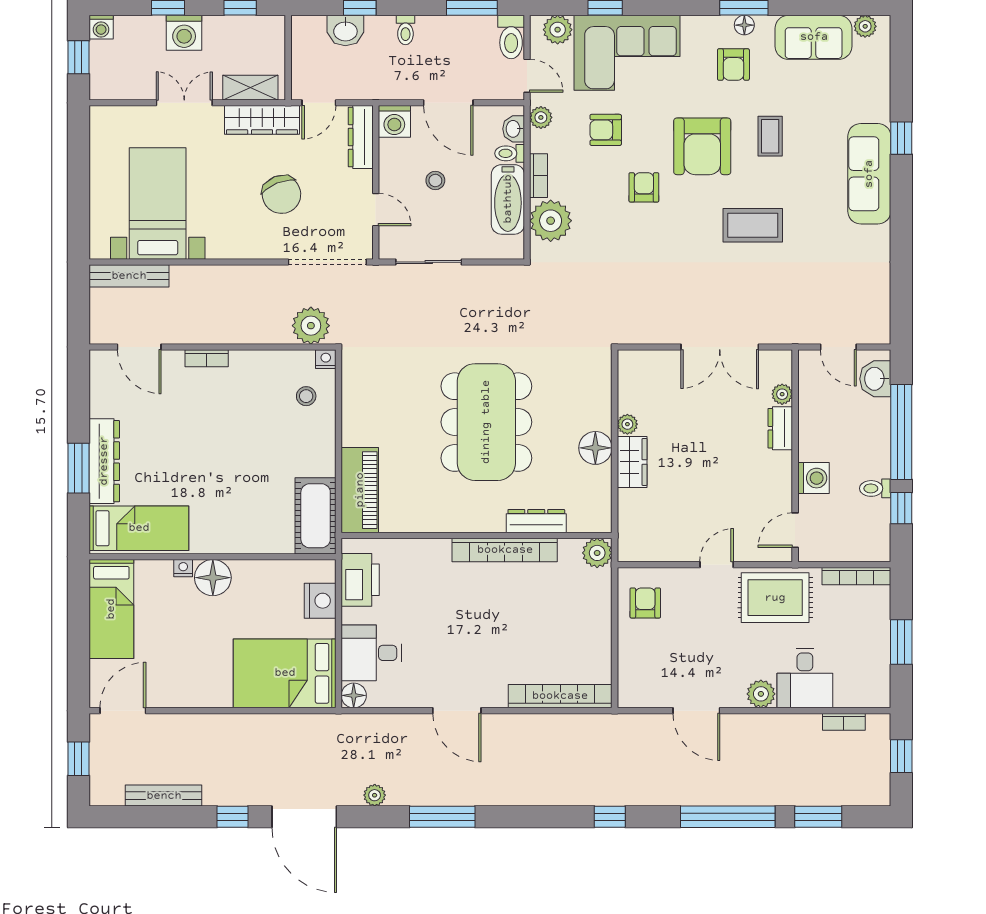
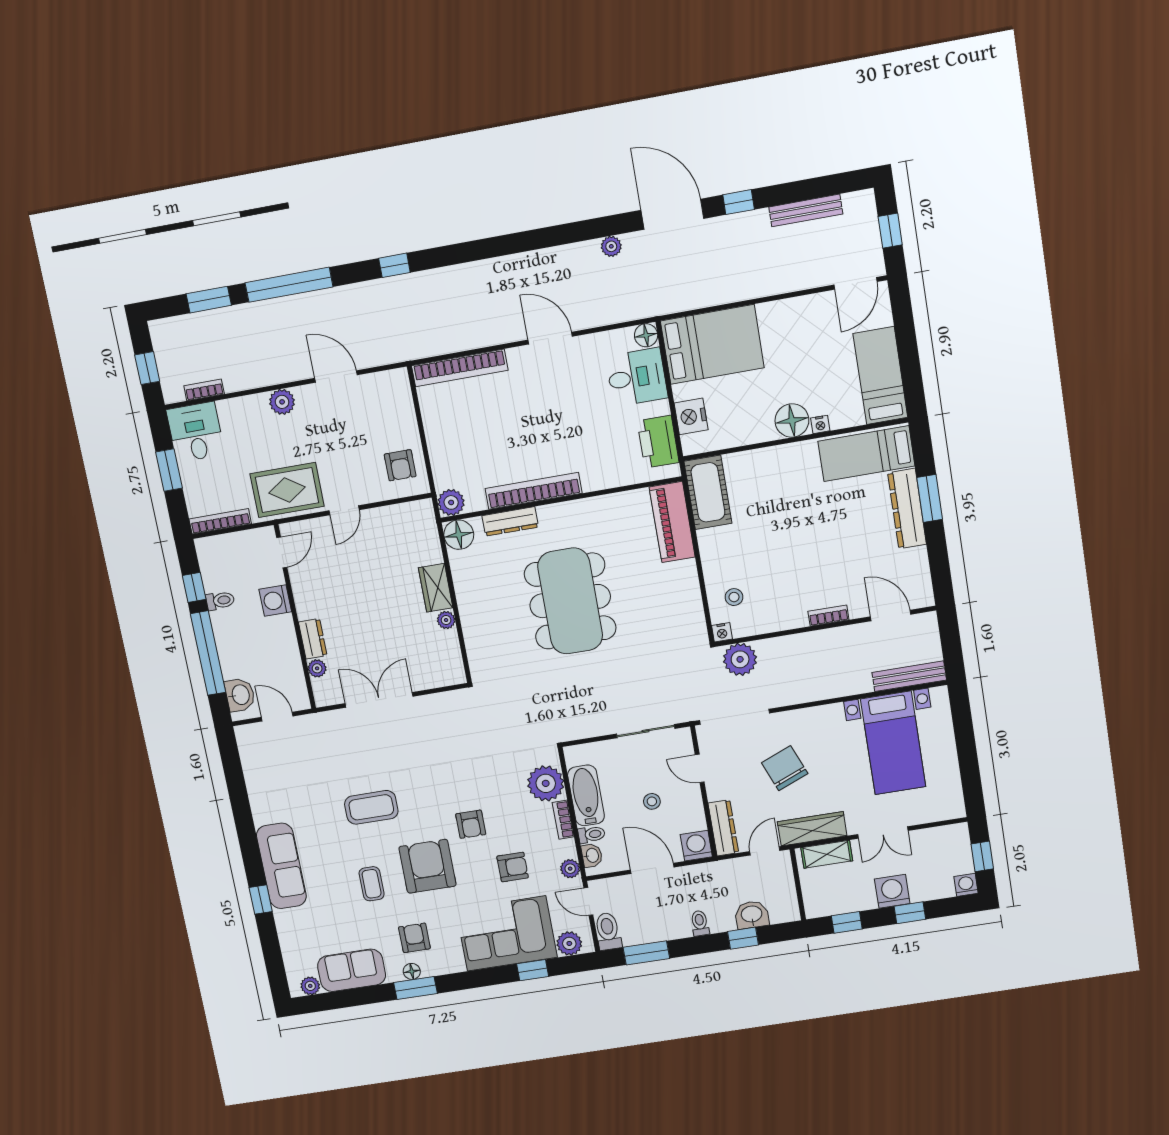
floor lamp: (595, 448) -> (459, 535), moved
desk: (805, 678) -> (196, 432), moved
window: (442, 817) -> (546, 238), removed

